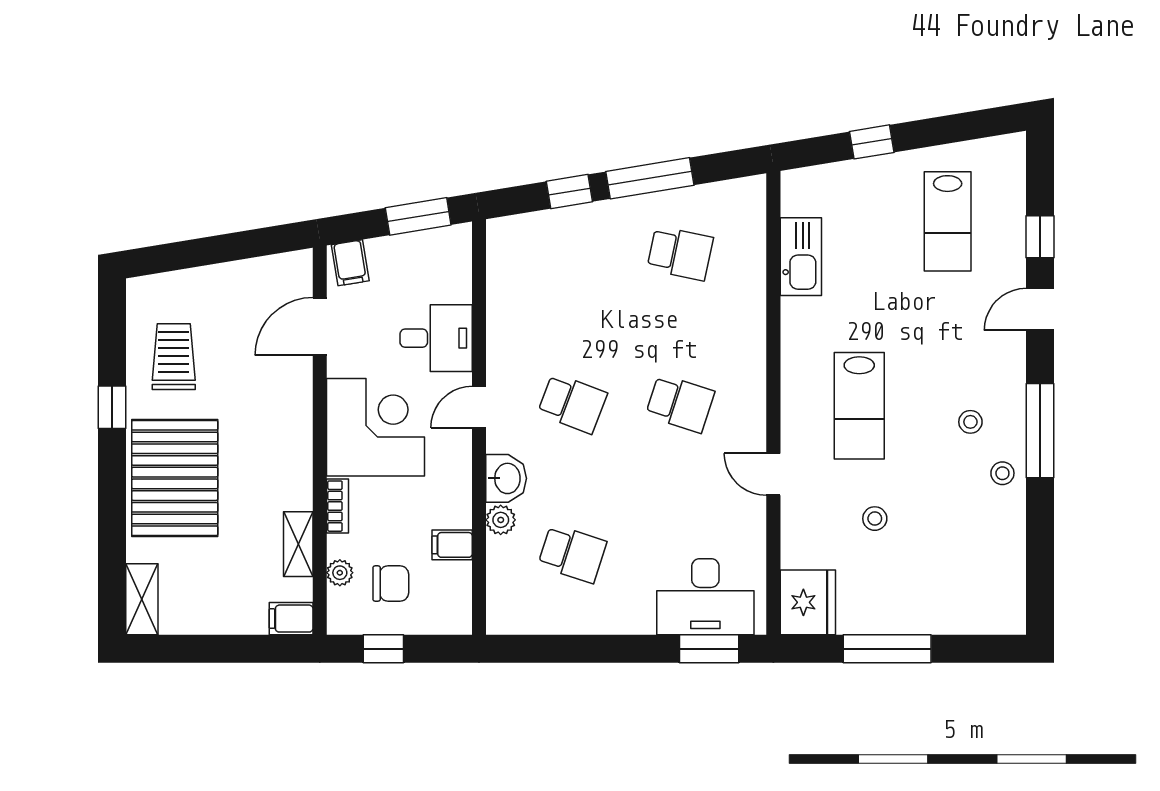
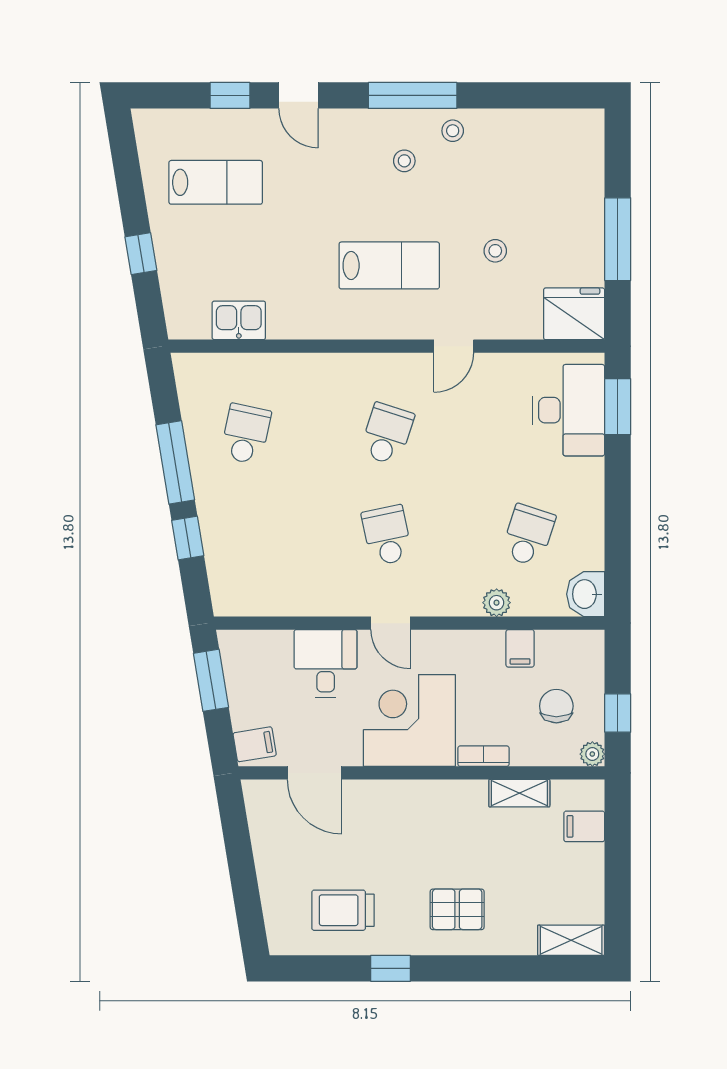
kitchen sink: (801, 257) -> (239, 320), width x0.73
school desk: (572, 403) -> (387, 535), turned -33
pallet: (175, 478) -> (457, 909), width x0.49, depth x0.50
washbasin: (506, 478) -> (586, 594), moved, turned -90
plant: (340, 573) -> (592, 754), moved
filing cabinet: (291, 619) -> (584, 826), moved, turned 90

